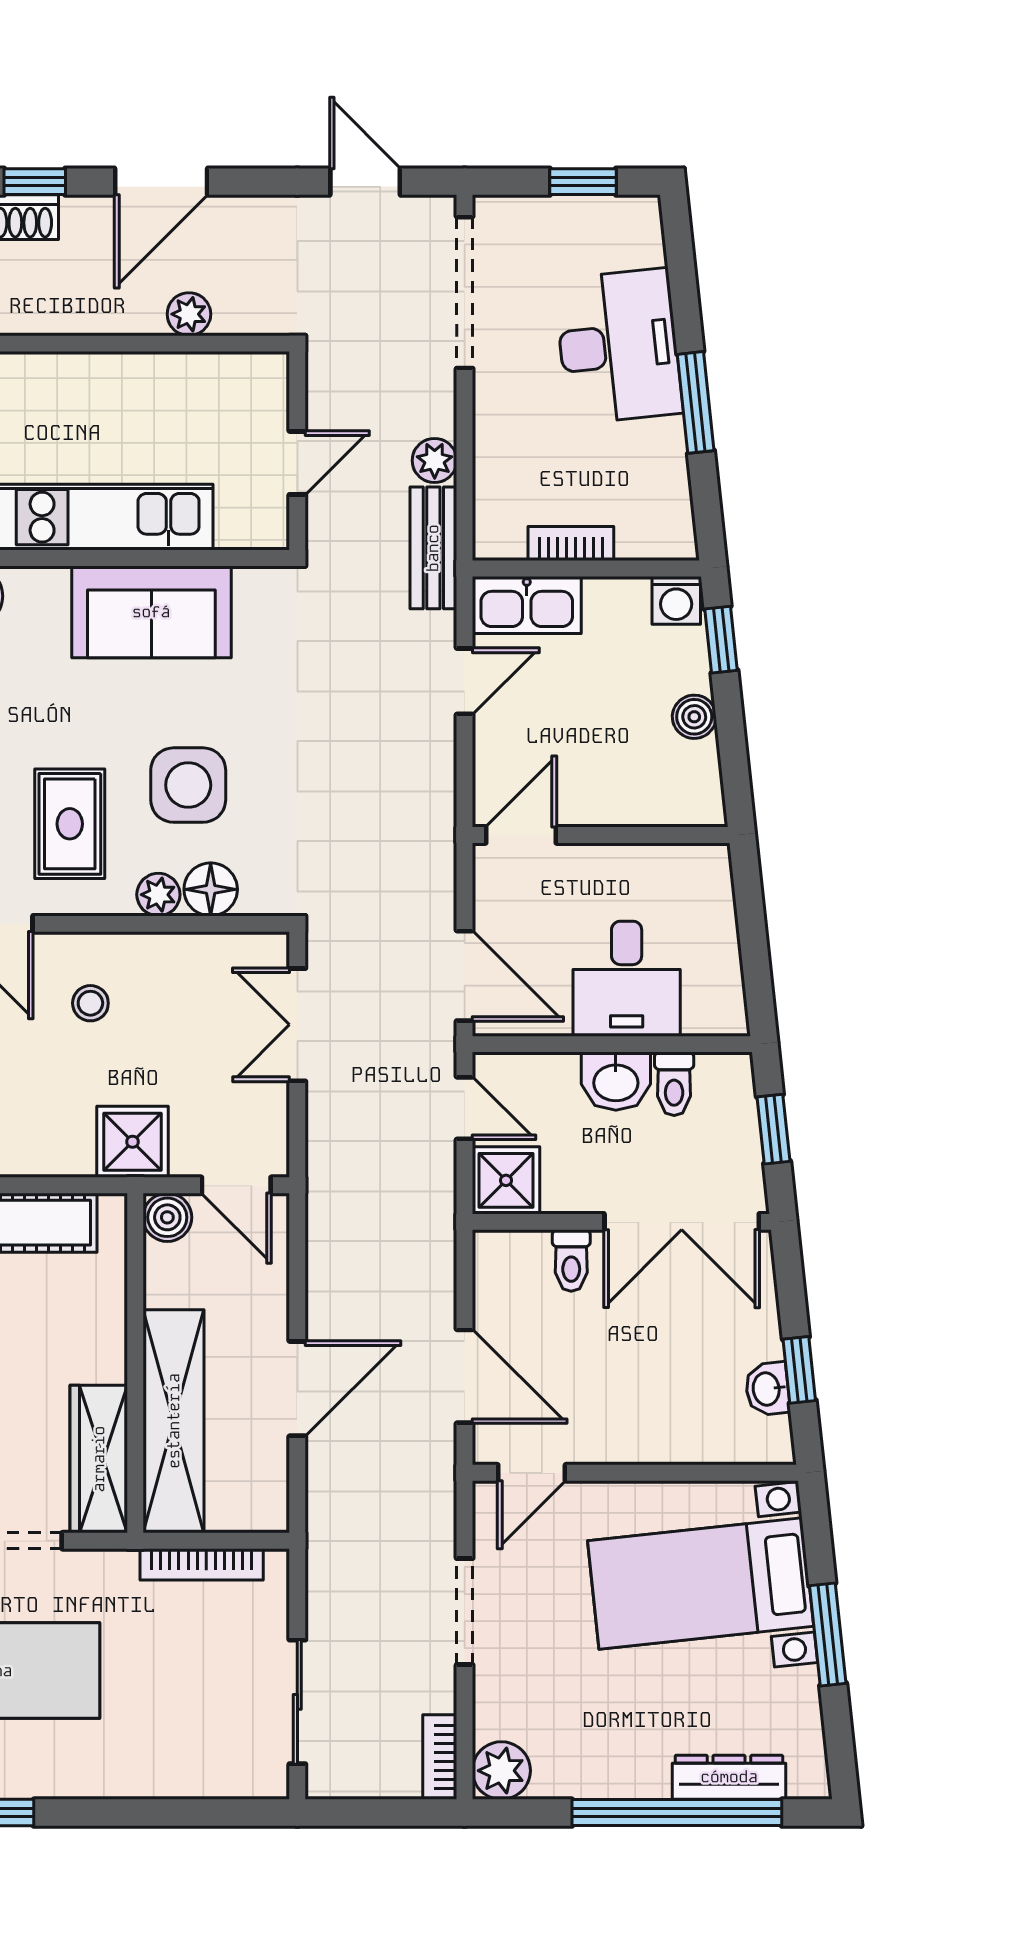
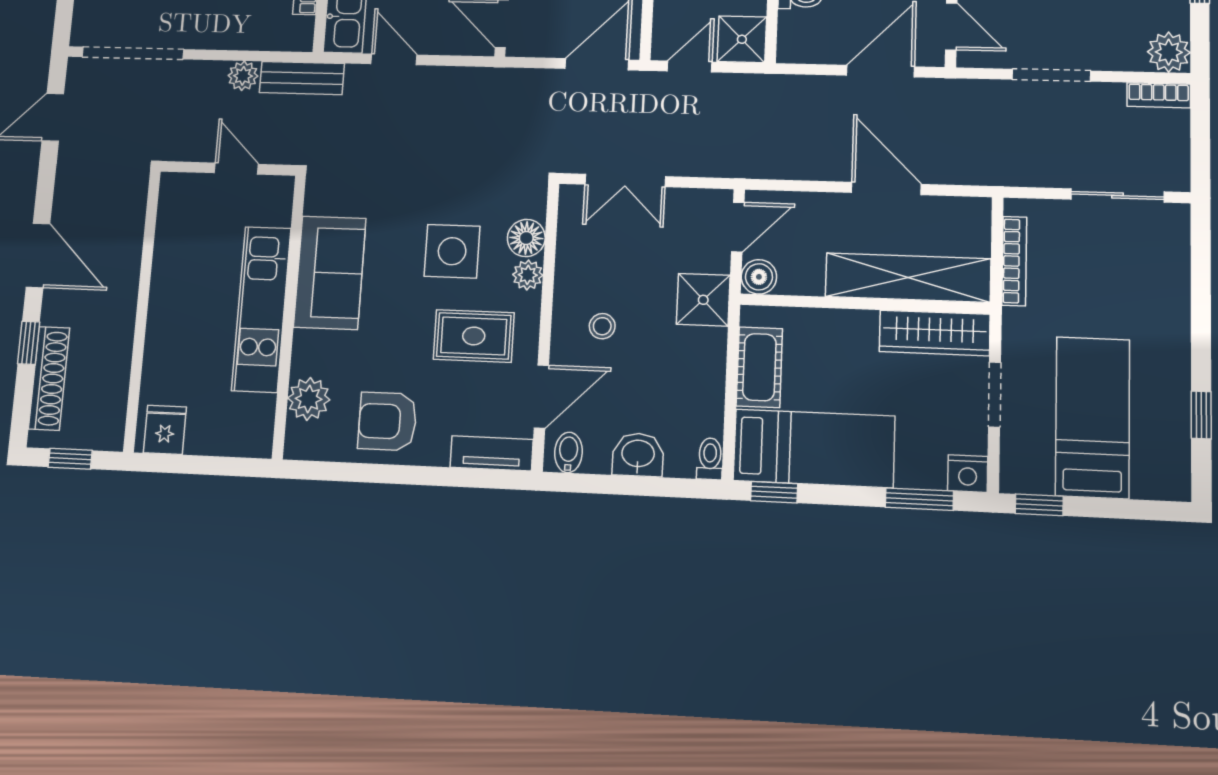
plant: (189, 314) -> (129, 239), removed

